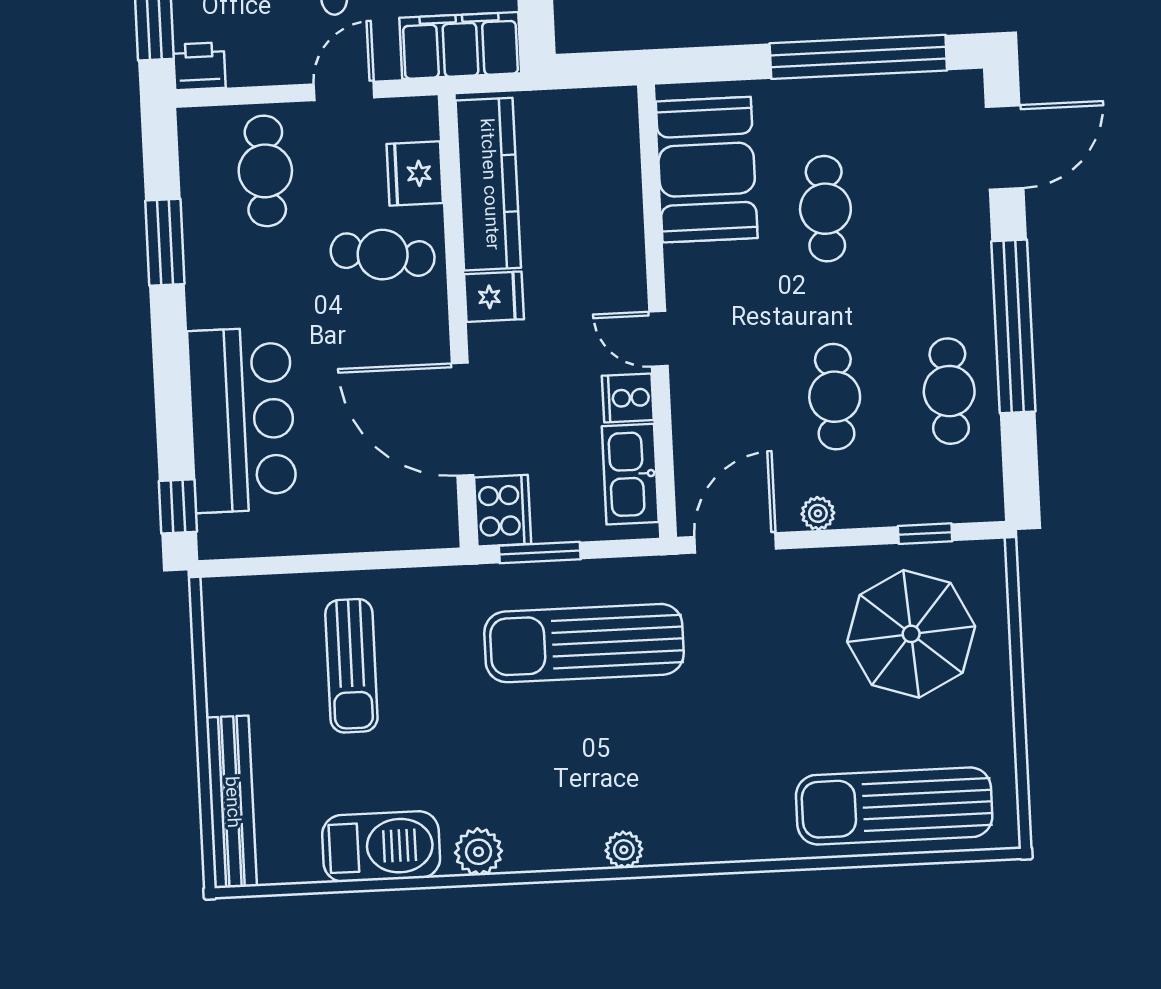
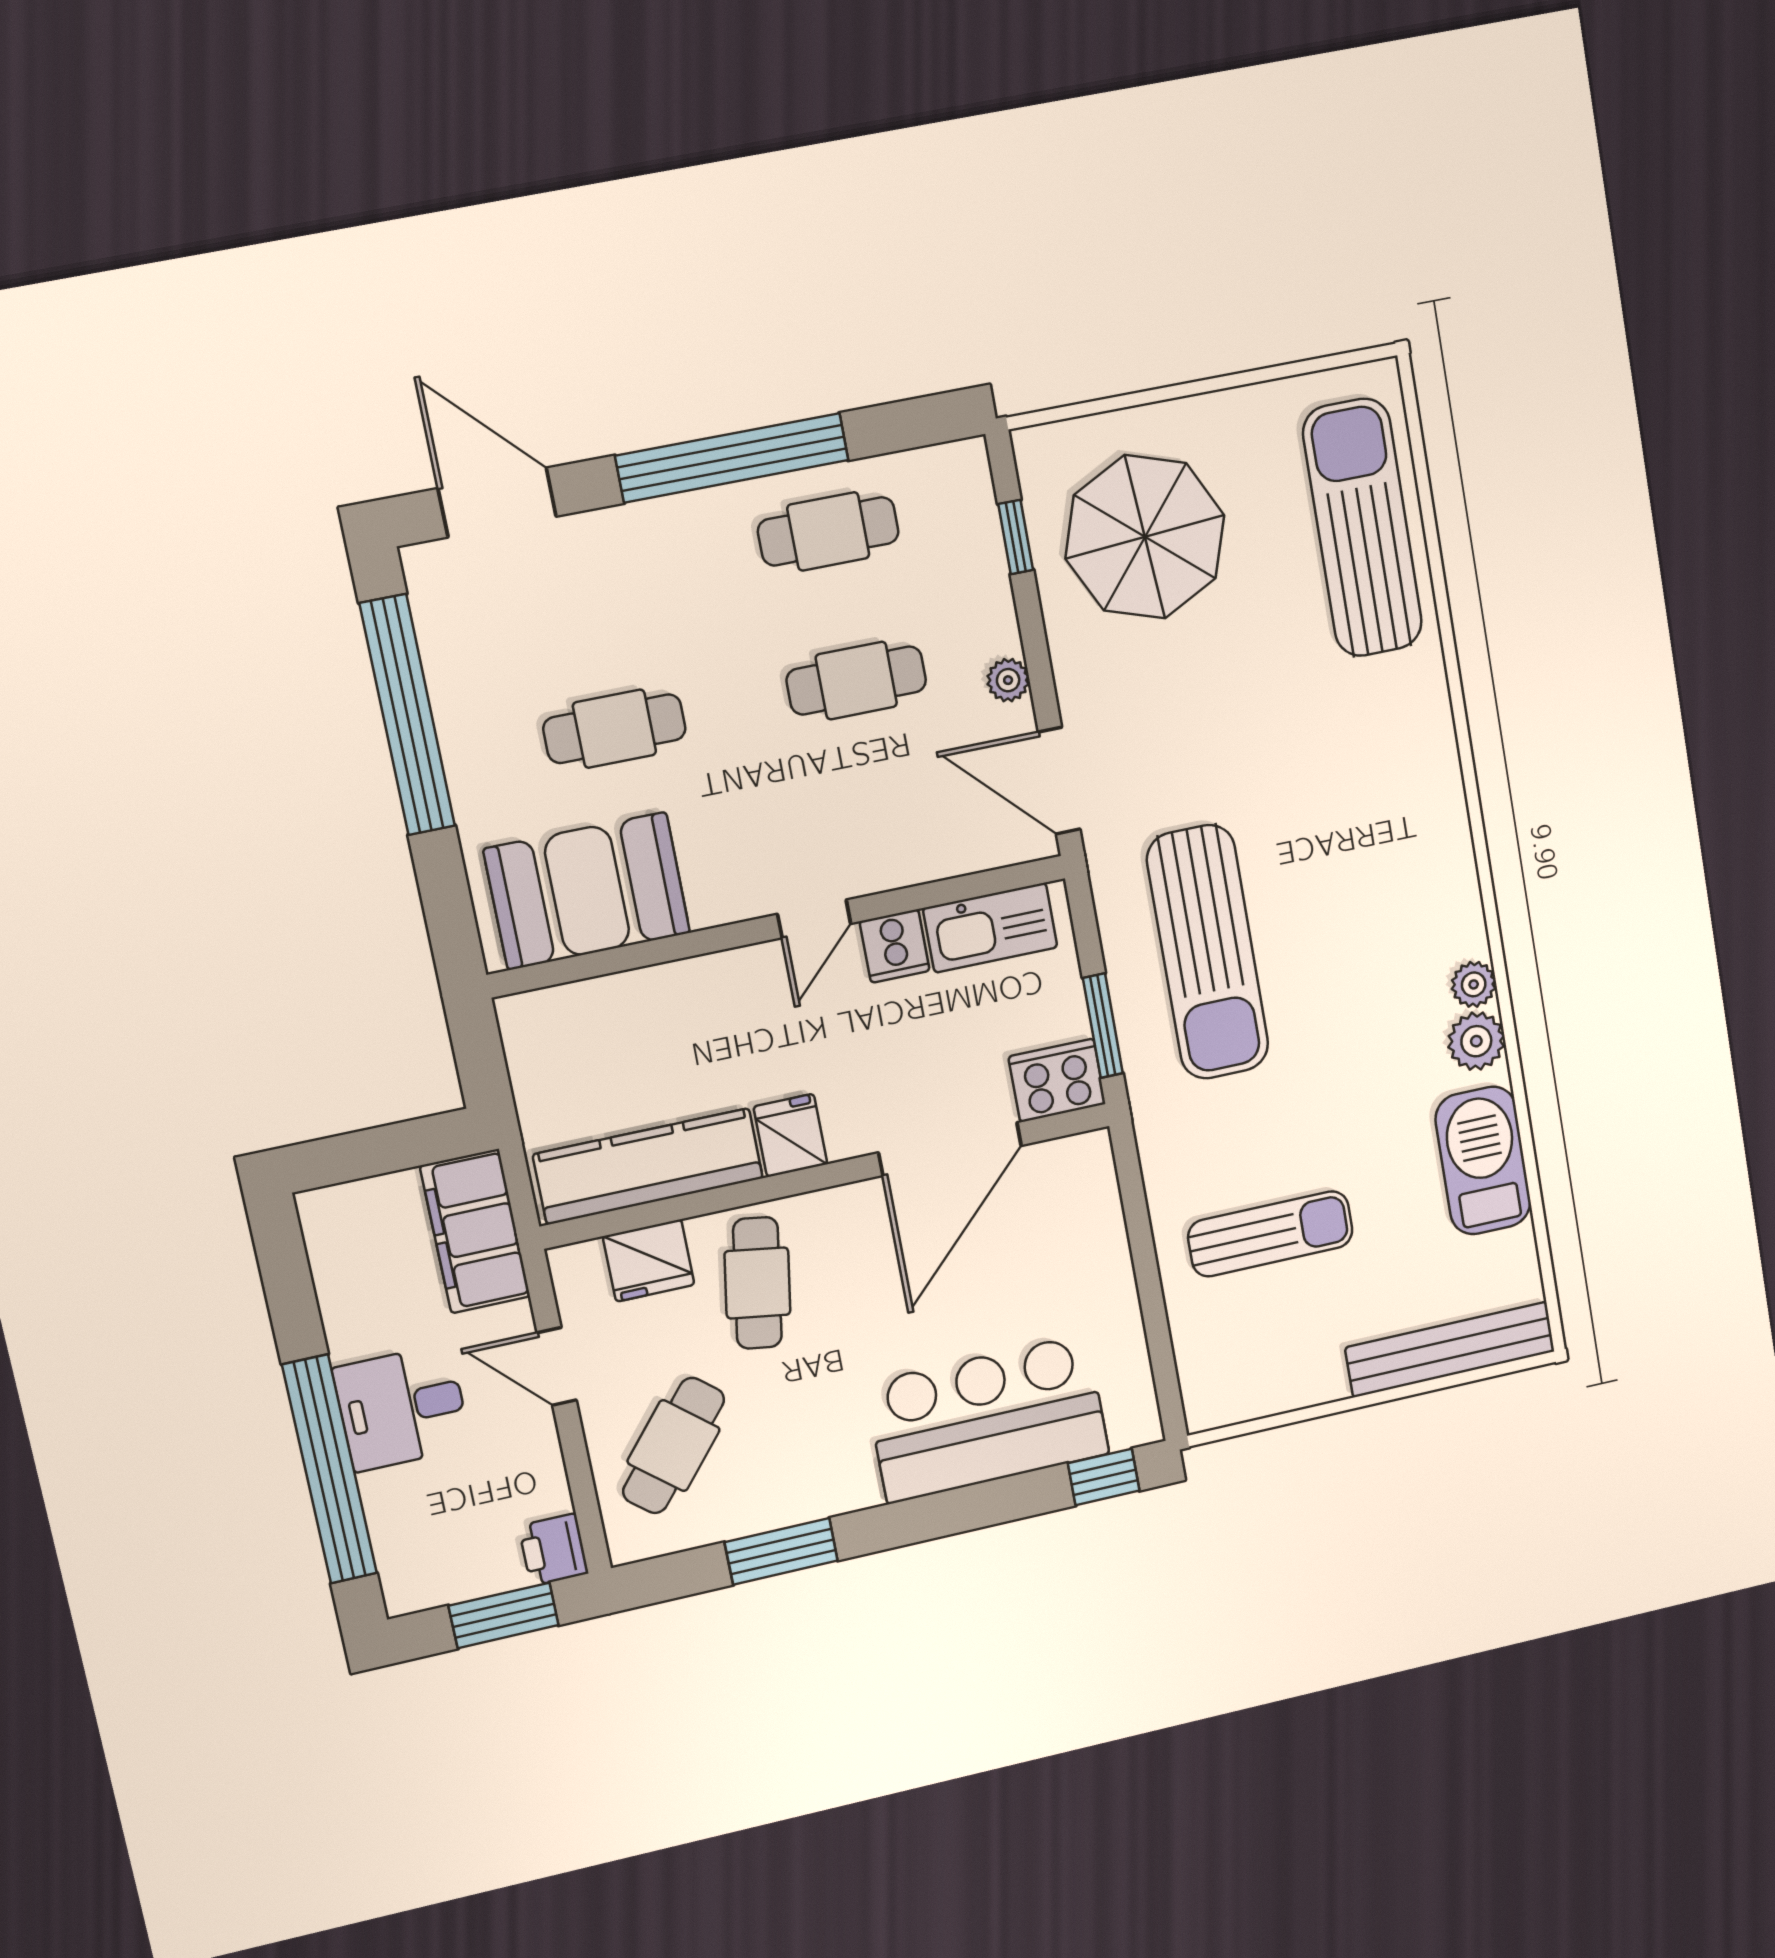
cafe table: (265, 171) -> (674, 1446), turned -50
sun lounger: (894, 806) -> (1363, 528), turned 180
plant: (624, 850) -> (1474, 984), moved

